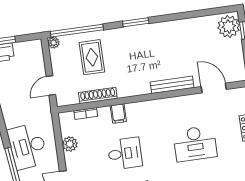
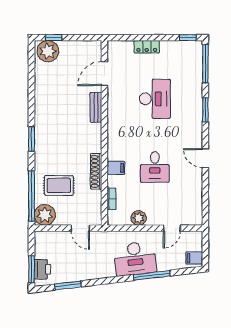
plant: (54, 43) -> (45, 215), width x1.87, depth x1.87
bench: (172, 85) -> (96, 107), width x0.73
shoe rack: (98, 95) -> (96, 171), moved
desk: (125, 153) -> (155, 167), turned 180

